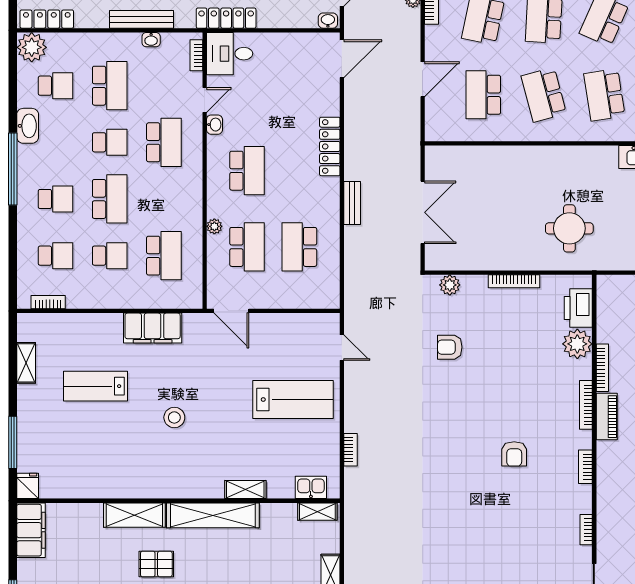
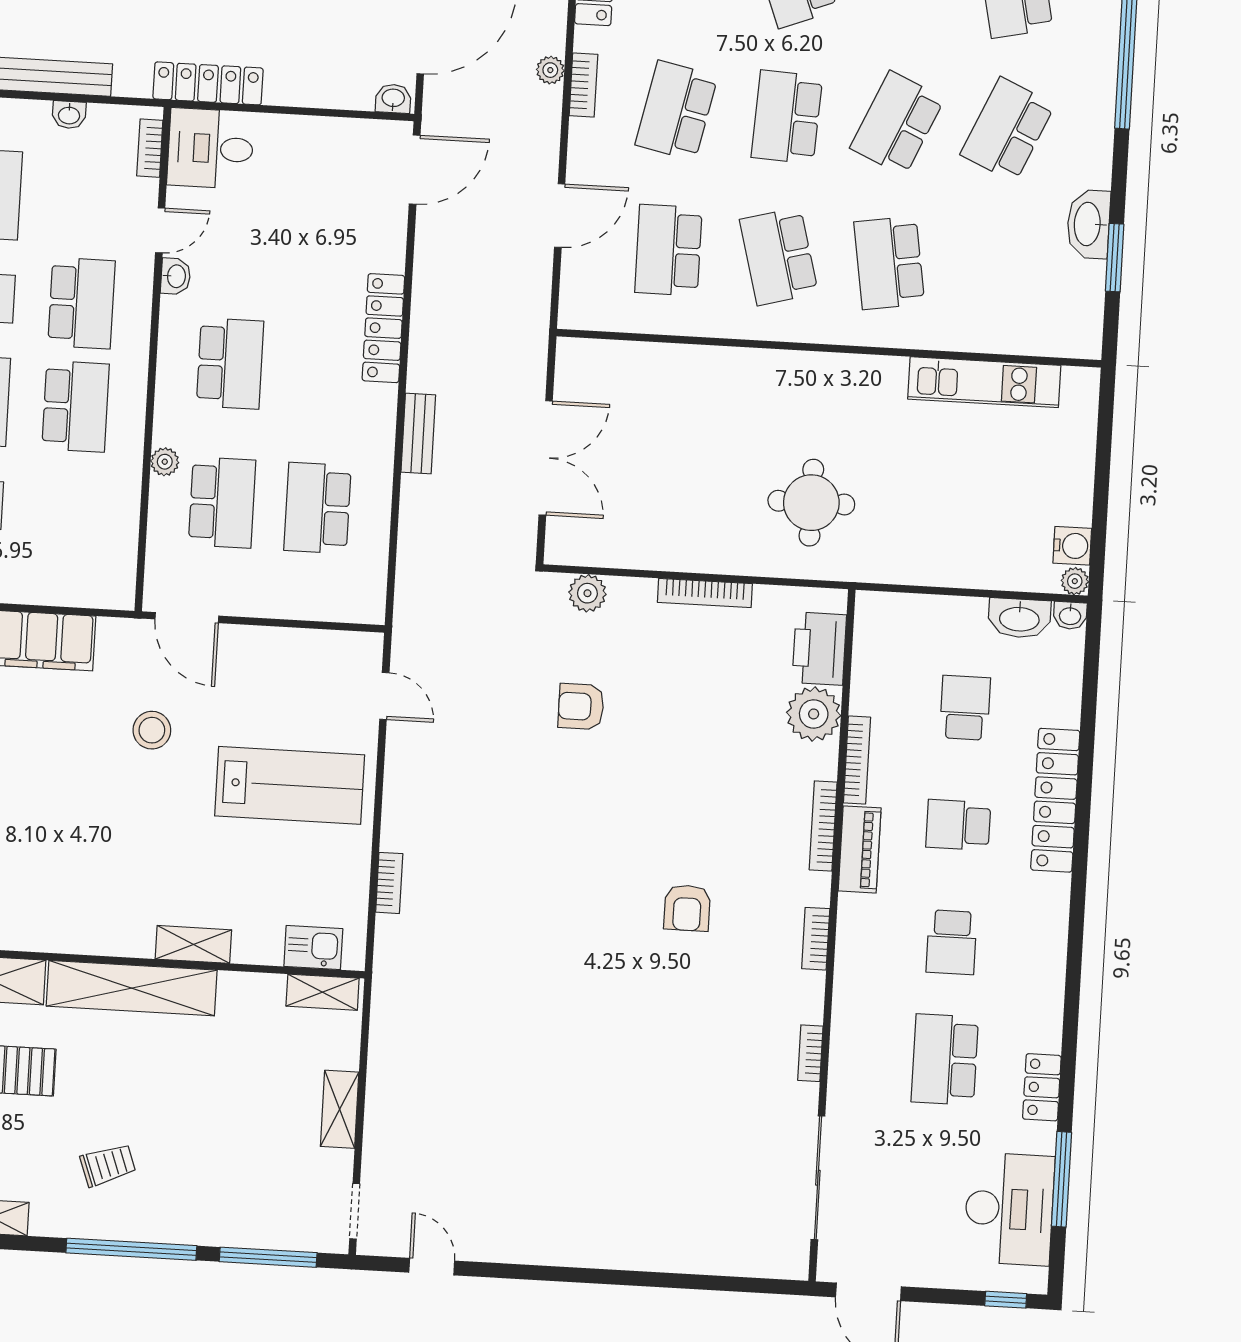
school desk: (164, 256) -> (76, 406), moved
stool: (174, 417) -> (152, 730), moved

